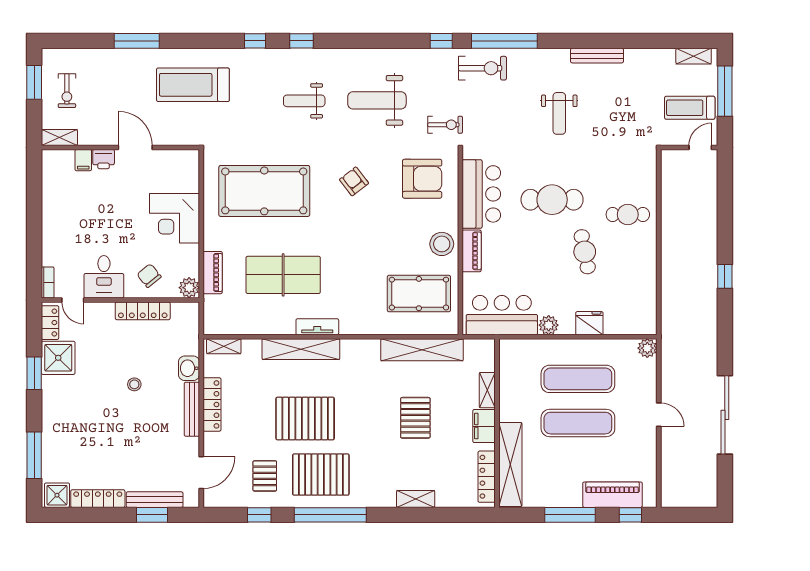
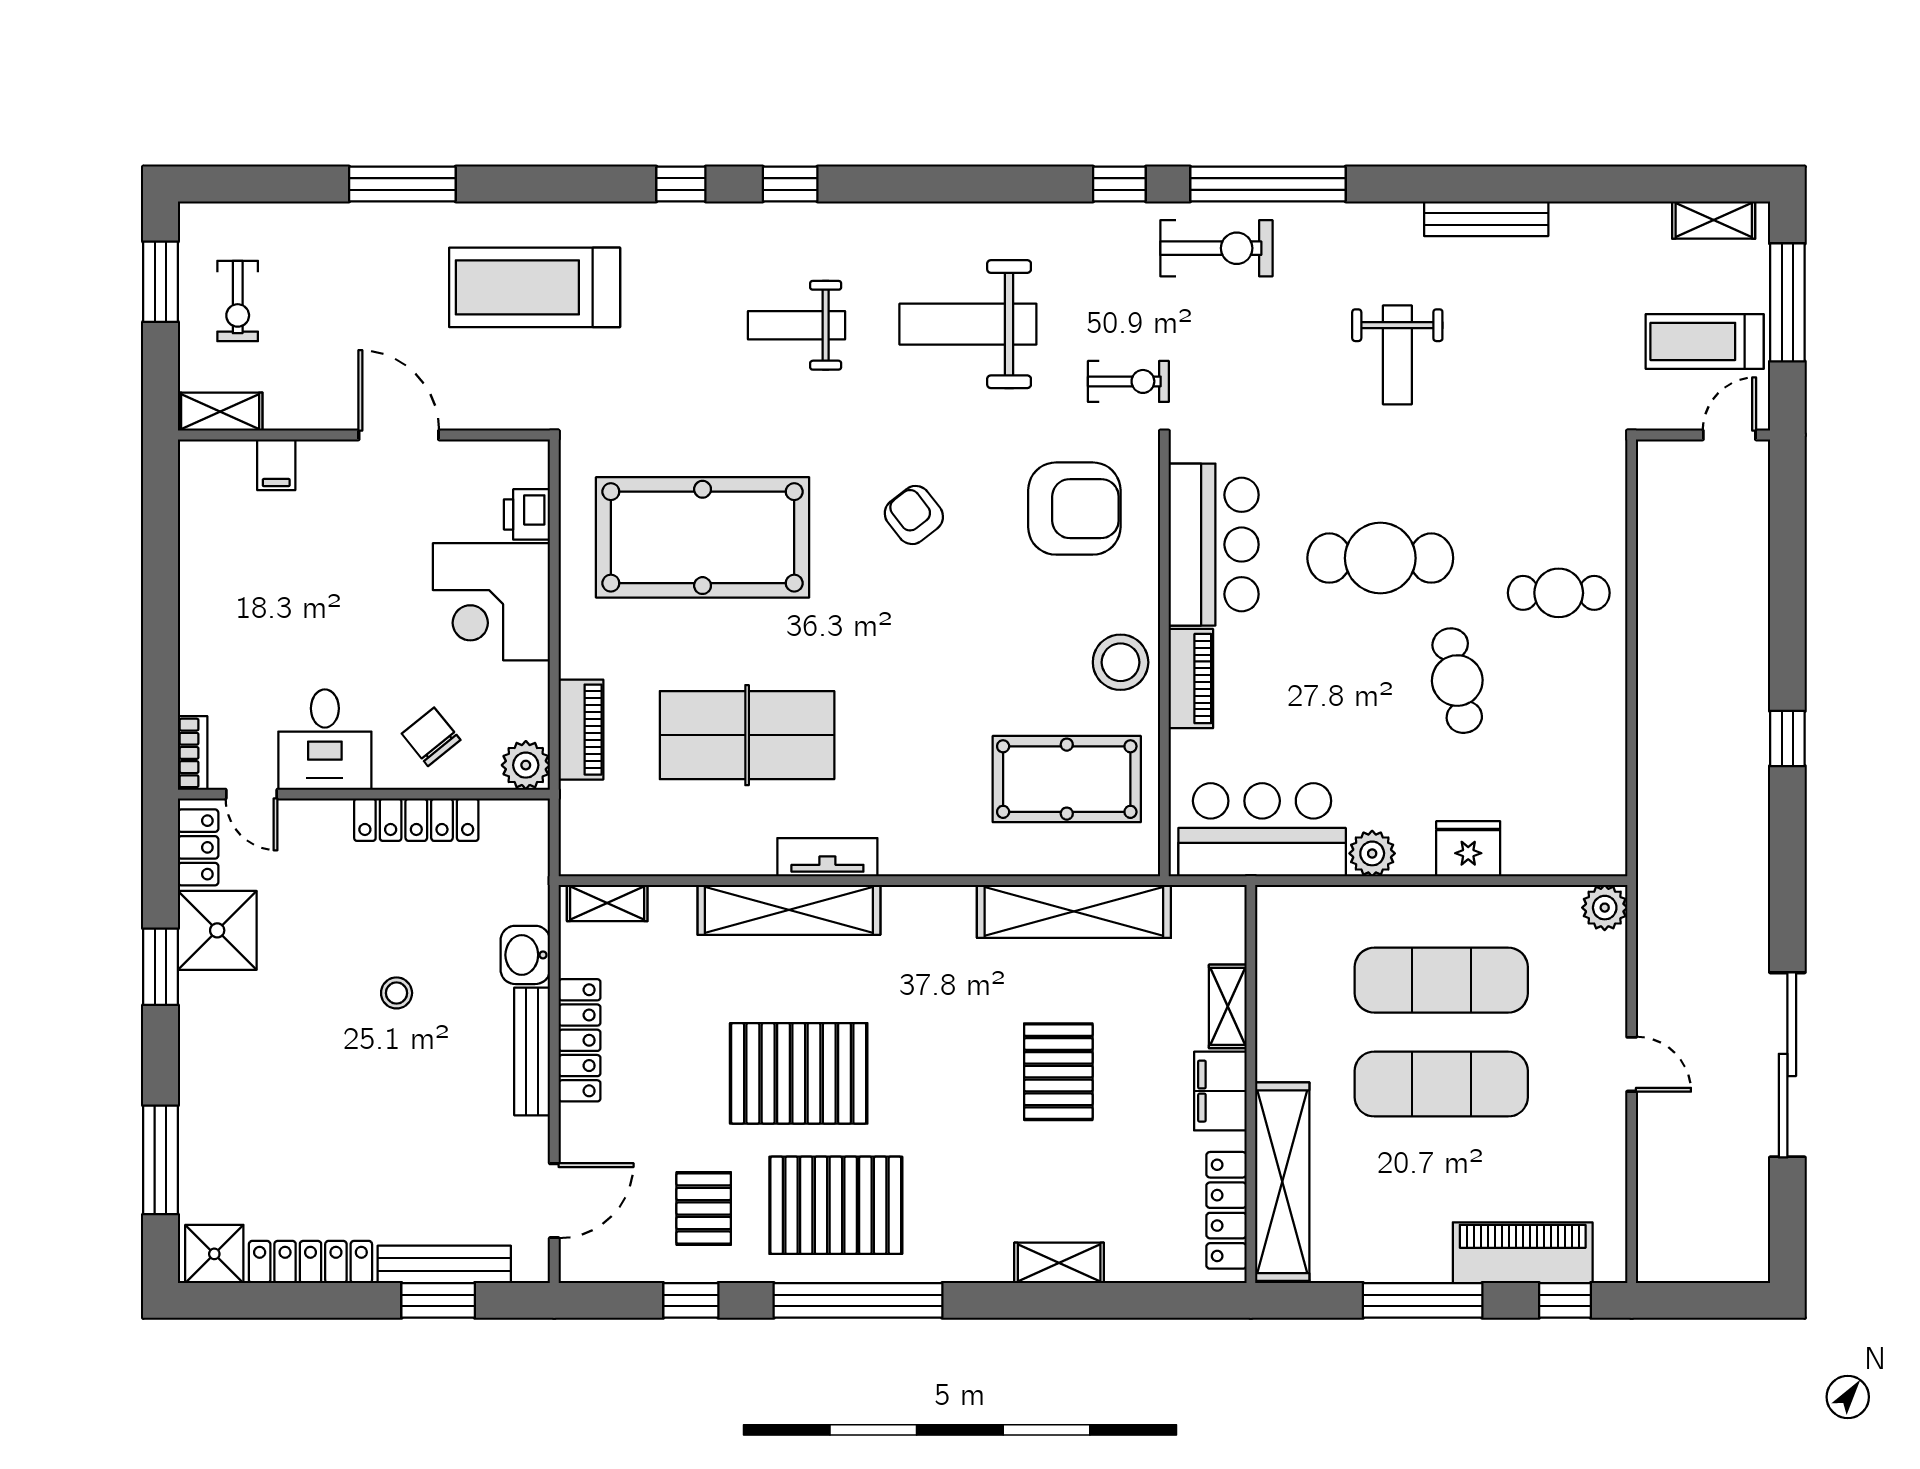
printer: (104, 159) -> (527, 514), moved, turned 90

